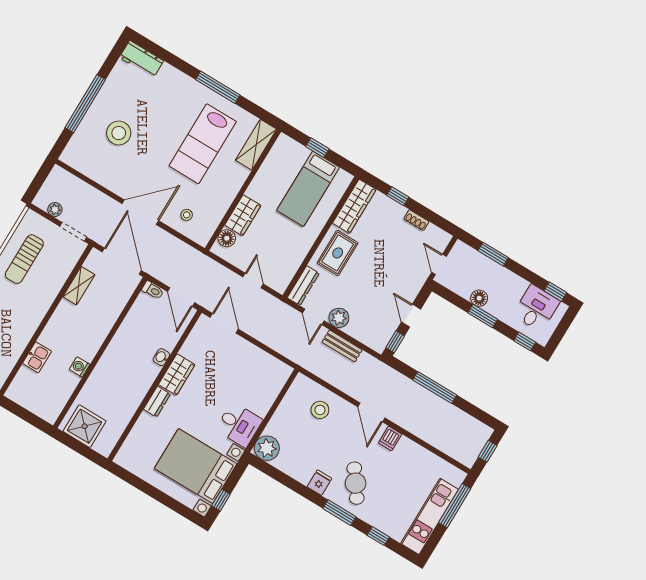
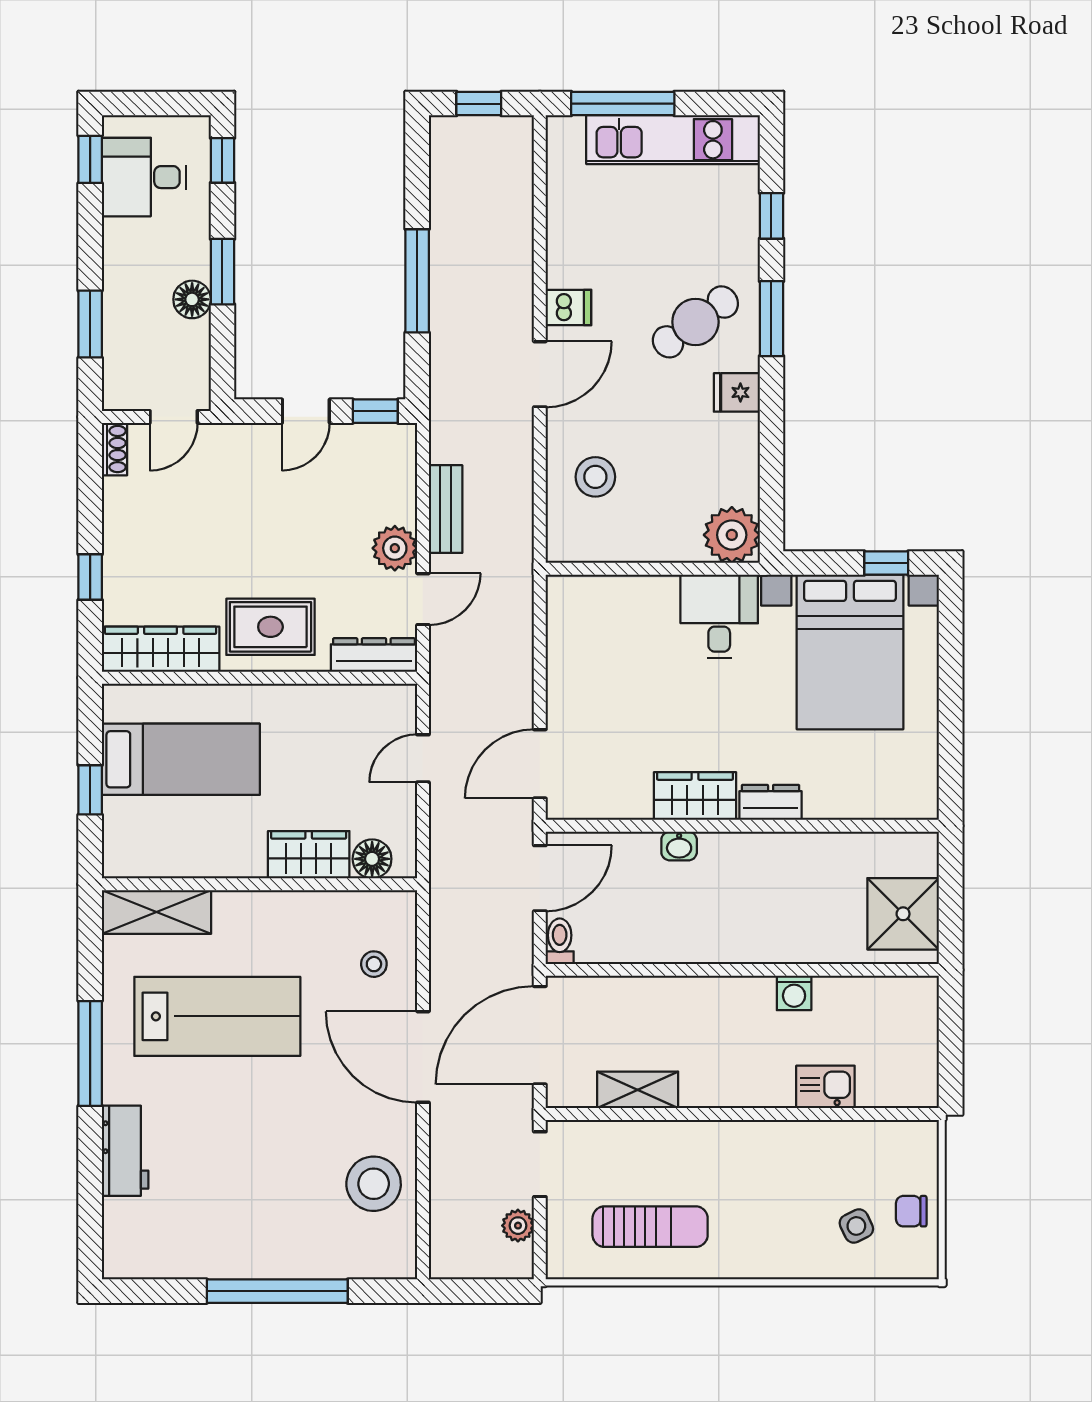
workbench: (141, 59) -> (125, 1151), moved
stool: (119, 133) -> (374, 1184), moved
shoe rack: (416, 220) -> (114, 449), moved

